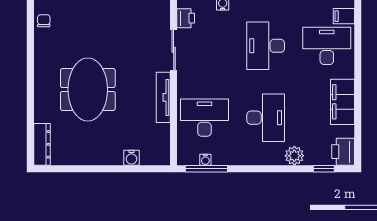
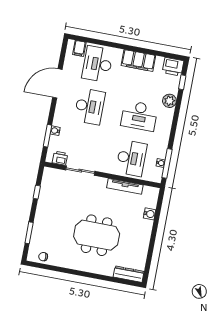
desk: (266, 46) -> (90, 106), turned -90
tv unit: (163, 97) -> (125, 186), moved
desk: (204, 118) -> (131, 158), turned 180
desk: (266, 118) -> (139, 116), turned 180

